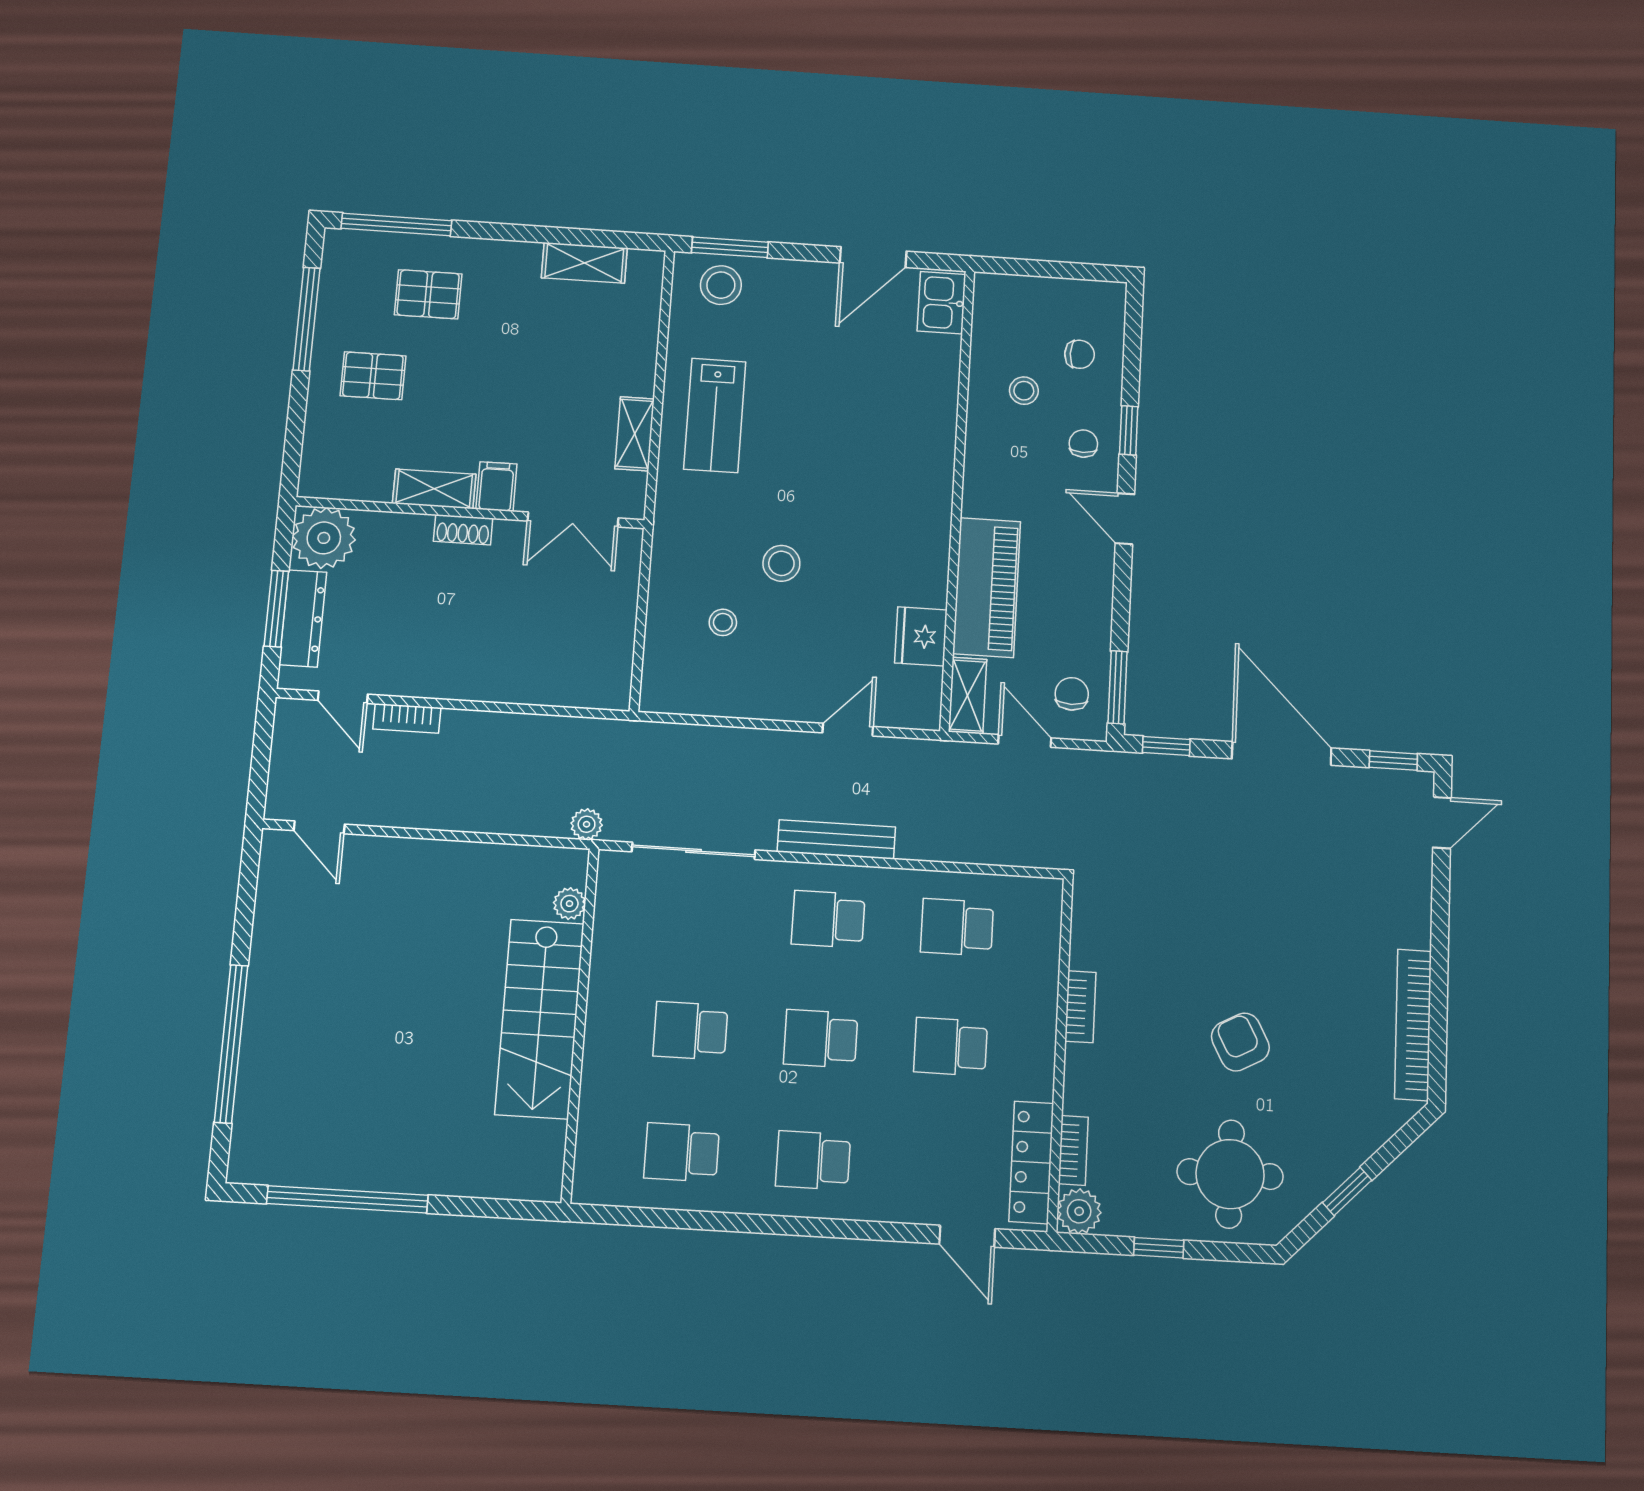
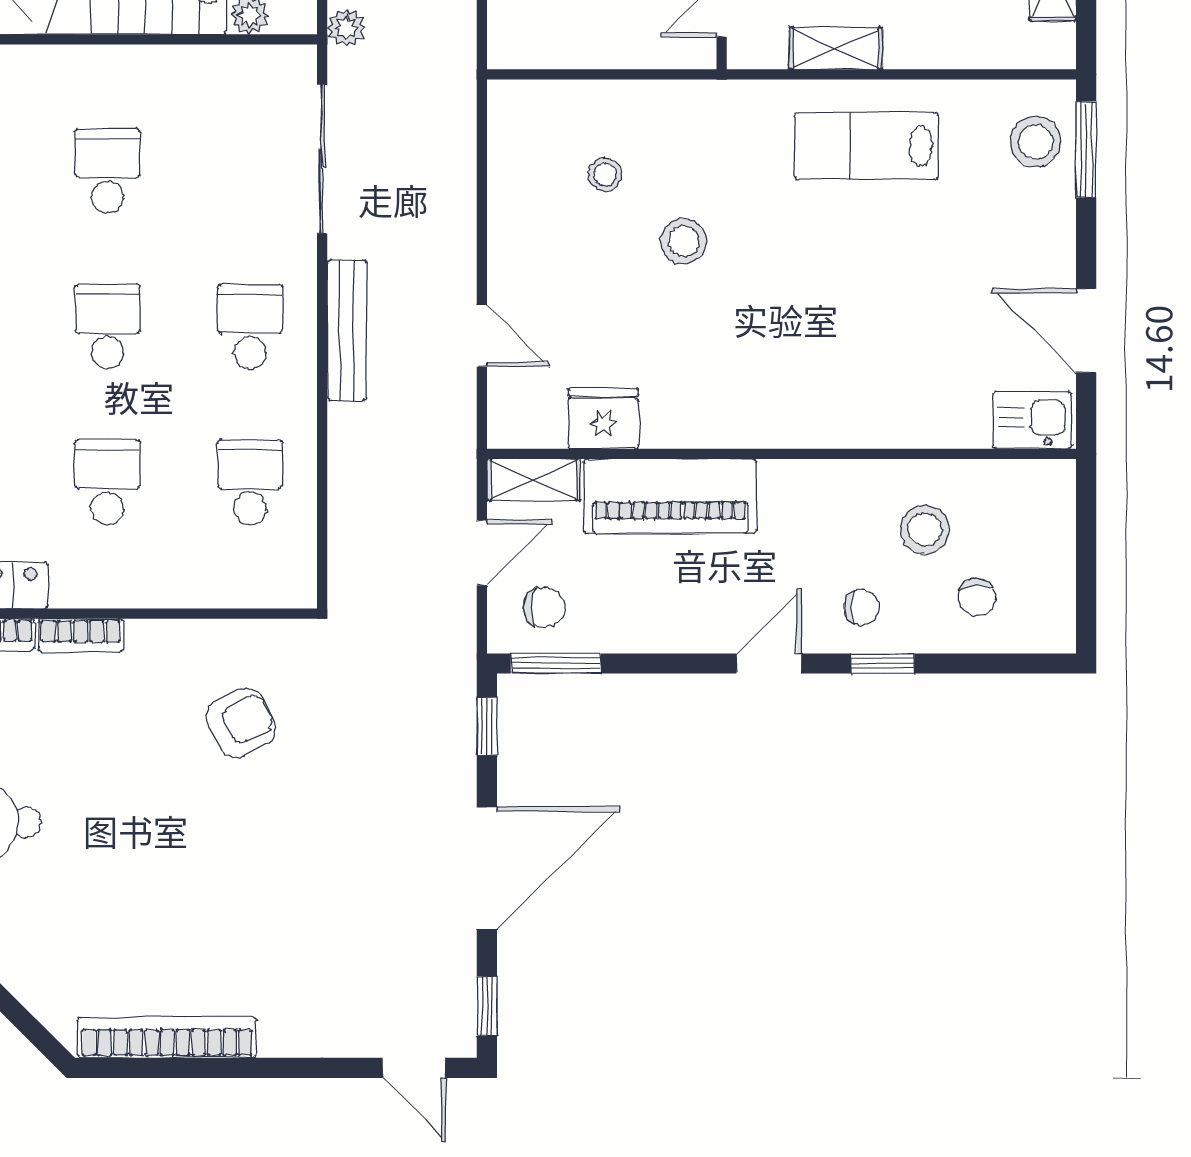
stool: (1024, 391) -> (925, 530), width x1.37, depth x1.37
bookcase: (1080, 1007) -> (81, 635), moved
armchair: (1240, 1042) -> (241, 723), moved

